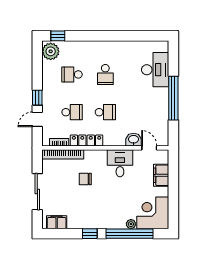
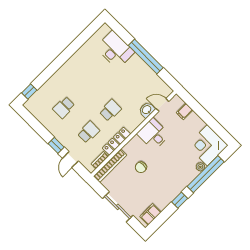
plant: (51, 51) -> (35, 106), removed
school desk: (105, 74) -> (86, 86), removed
filing cabinet: (161, 175) -> (185, 111), width x0.50

